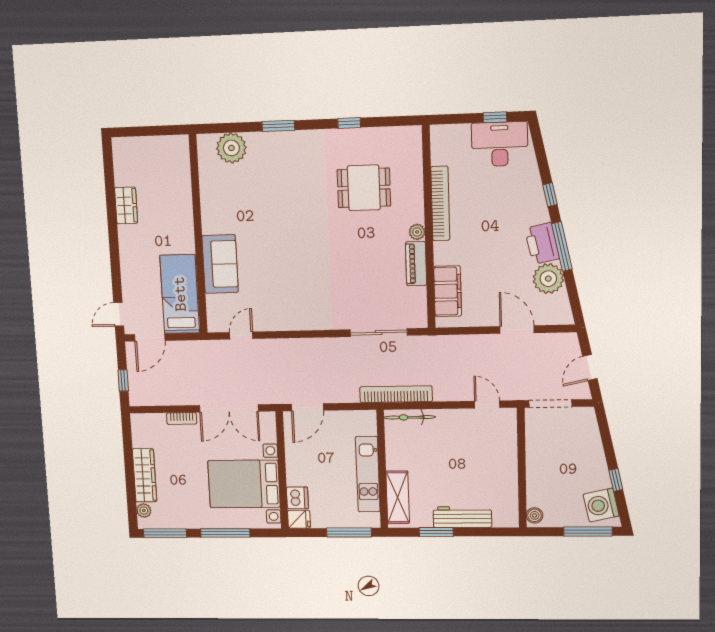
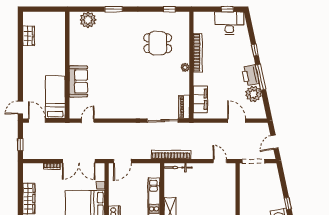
window: (349, 123) -> (169, 9), moved
wardrobe: (126, 205) -> (29, 36), moved
piano: (416, 264) -> (184, 107), moved
door: (150, 337) -> (37, 121), swing flipped

